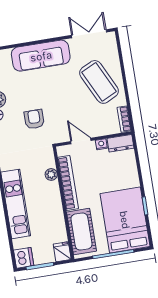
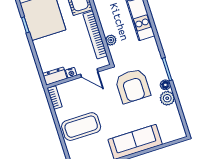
coffee table: (99, 82) -> (81, 127), turned -64
armchair: (34, 119) -> (133, 86), width x1.88, depth x1.88

